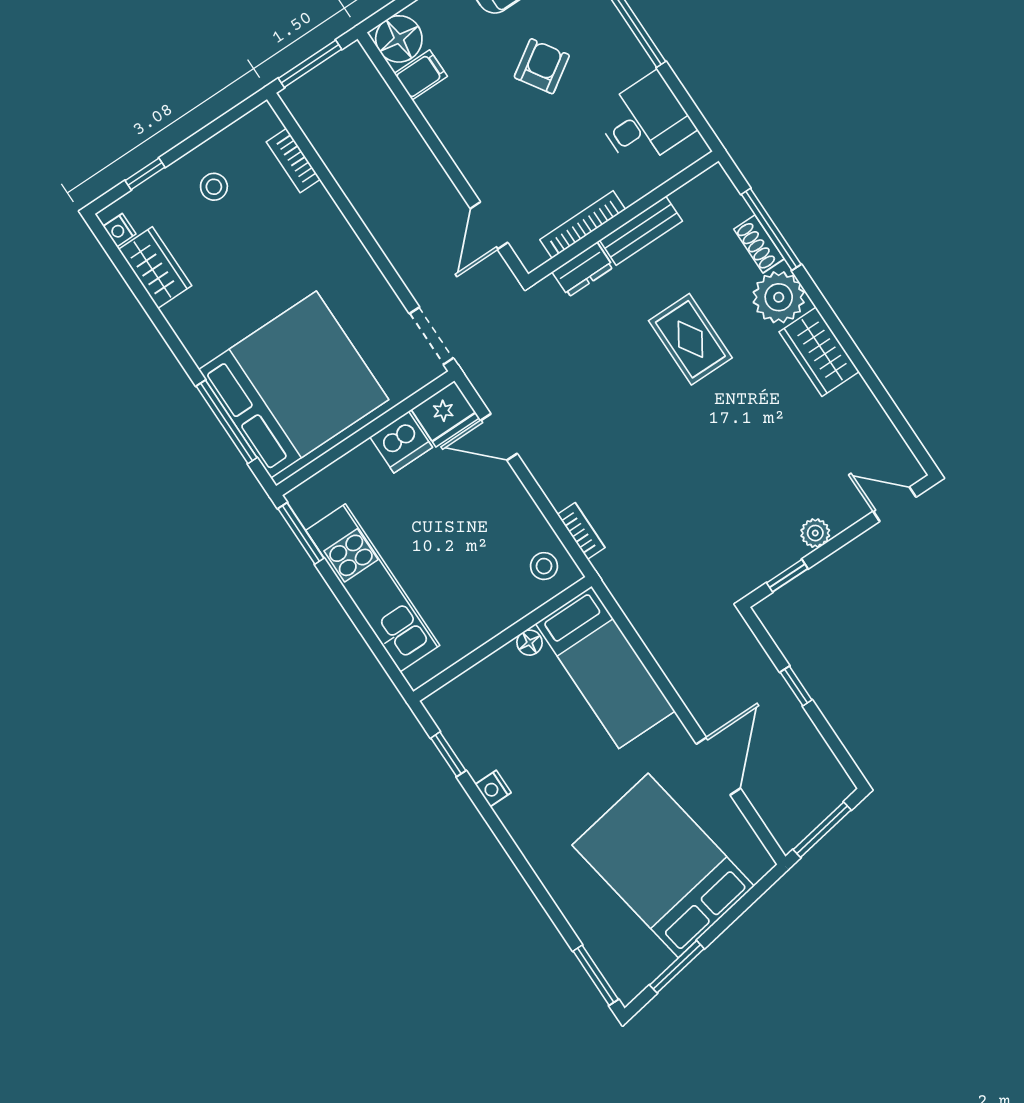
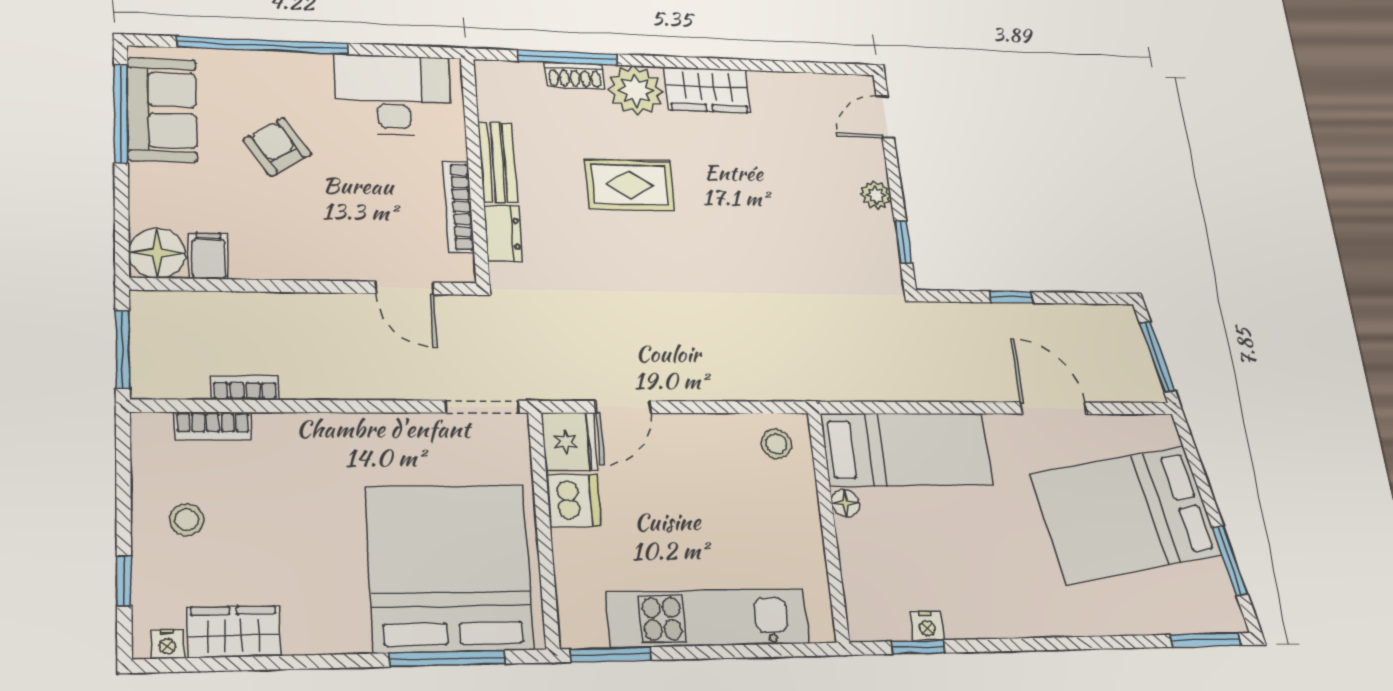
desk: (645, 121) -> (393, 95), width x1.37
bookcase: (581, 531) -> (245, 388), moved
nightstand: (493, 789) -> (927, 626), moved

